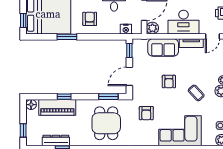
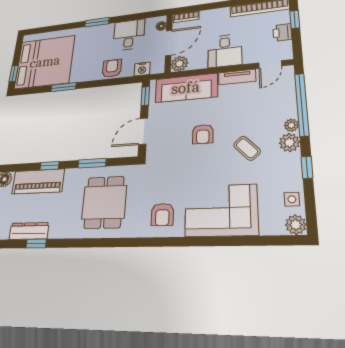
armchair: (90, 19) -> (112, 68), moved
desk: (183, 22) -> (225, 51), width x0.73
sofa: (163, 47) -> (186, 88), width x1.36
window: (108, 97) -> (92, 163), moved
armchair: (146, 113) -> (162, 215), moved

